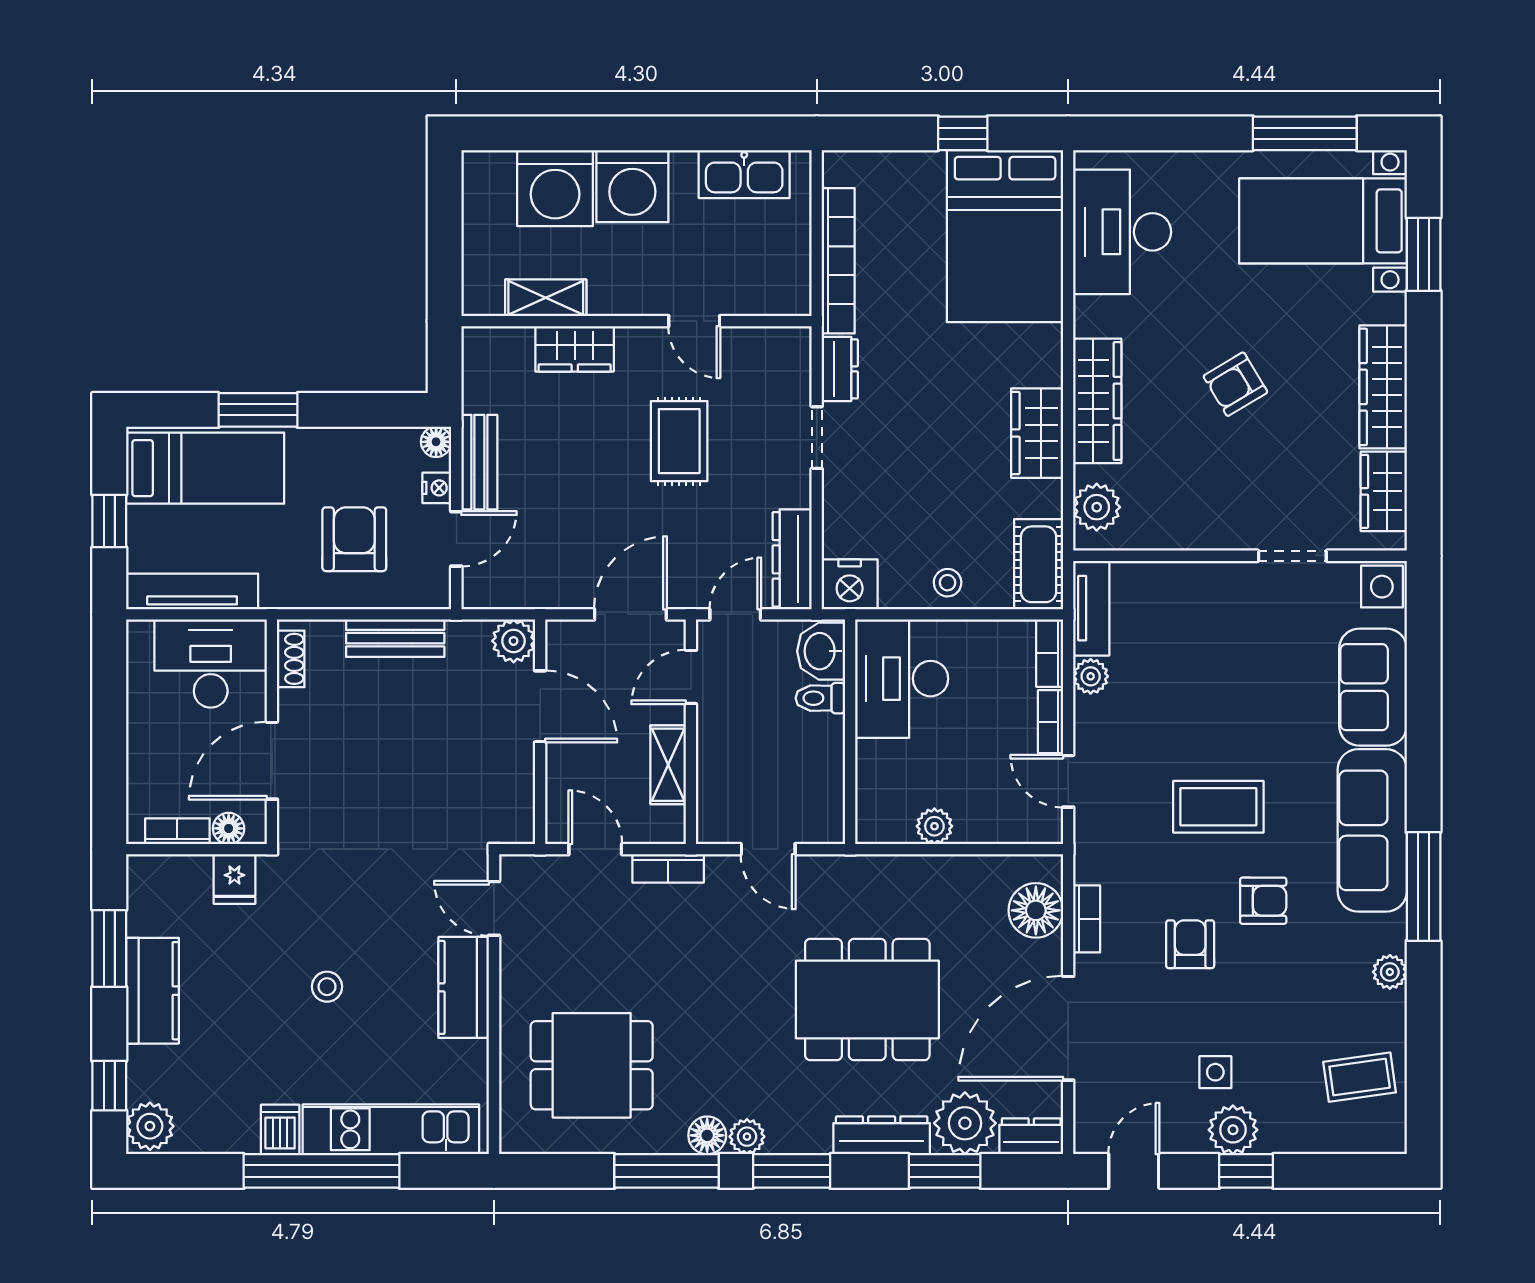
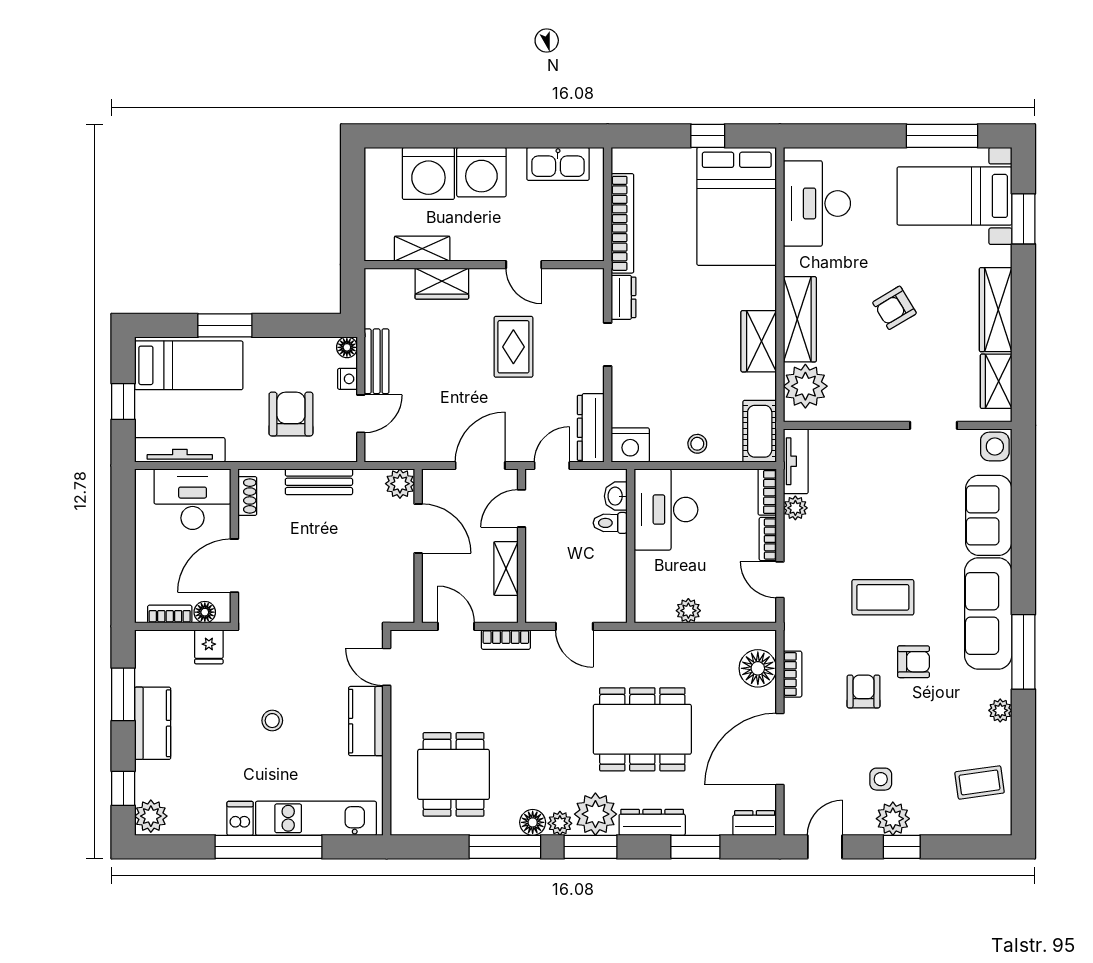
plant: (1097, 507) -> (805, 386), width x1.36, depth x1.36
washbasin: (821, 651) -> (616, 496), width x0.72, depth x0.69
dining table: (592, 1065) -> (454, 774), turned 90
plant: (965, 1123) -> (595, 814), moved

